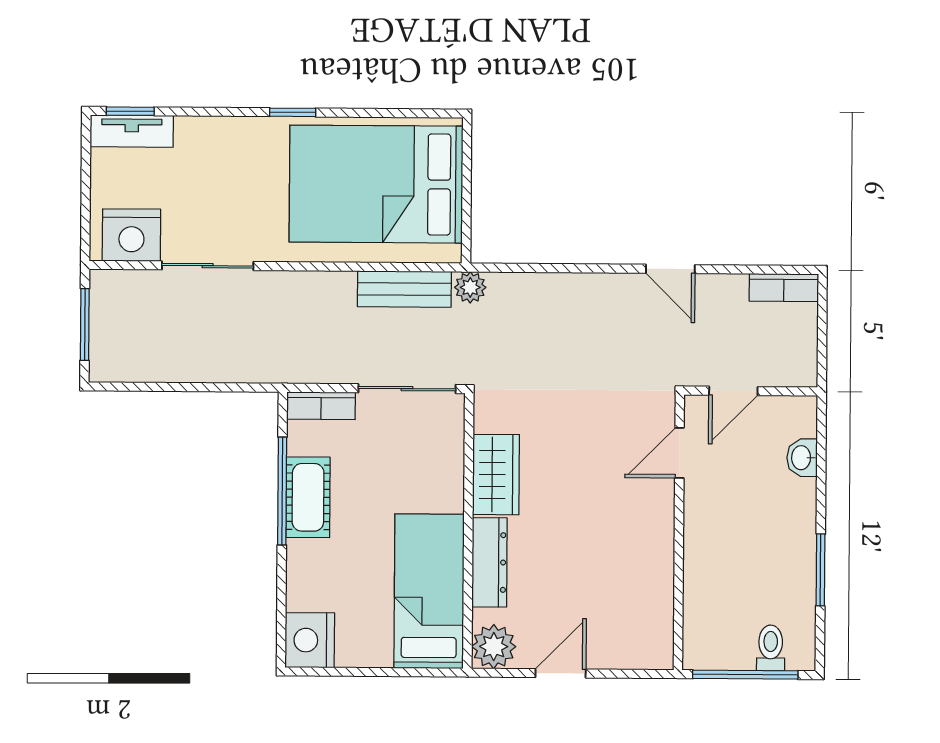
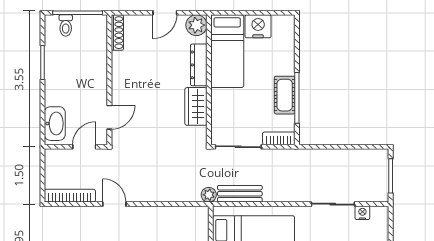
nightstand: (131, 235) -> (362, 213), width x0.53, depth x0.56
bookcase: (784, 288) -> (70, 196), width x1.56
washbasin: (802, 458) -> (55, 124), width x1.91, depth x1.45
shoe rack: (661, 632) -> (117, 33), added
nightstand: (310, 640) -> (258, 26), moved, turned -90

